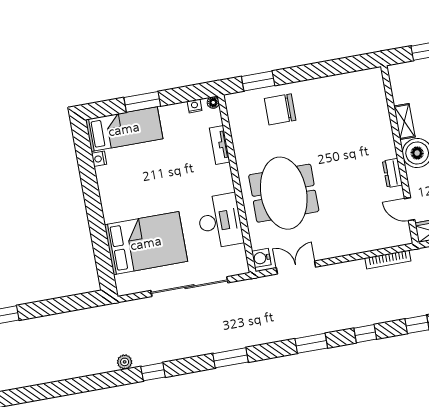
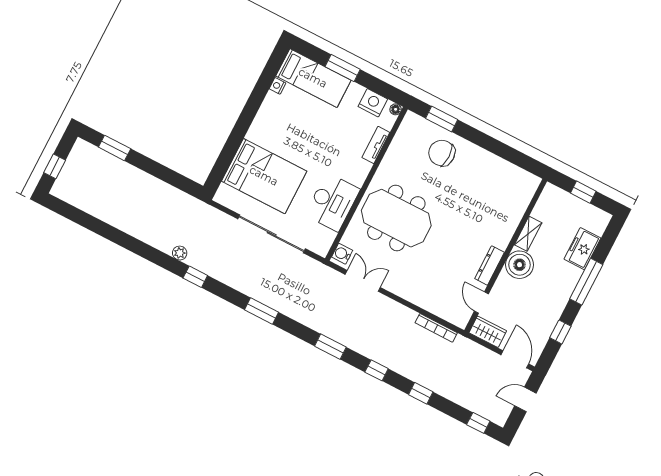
nightstand: (195, 106) -> (373, 103), width x1.89, depth x1.79
dresser: (392, 173) -> (489, 265), width x1.44
meeting table: (284, 193) -> (396, 218), turned 90

